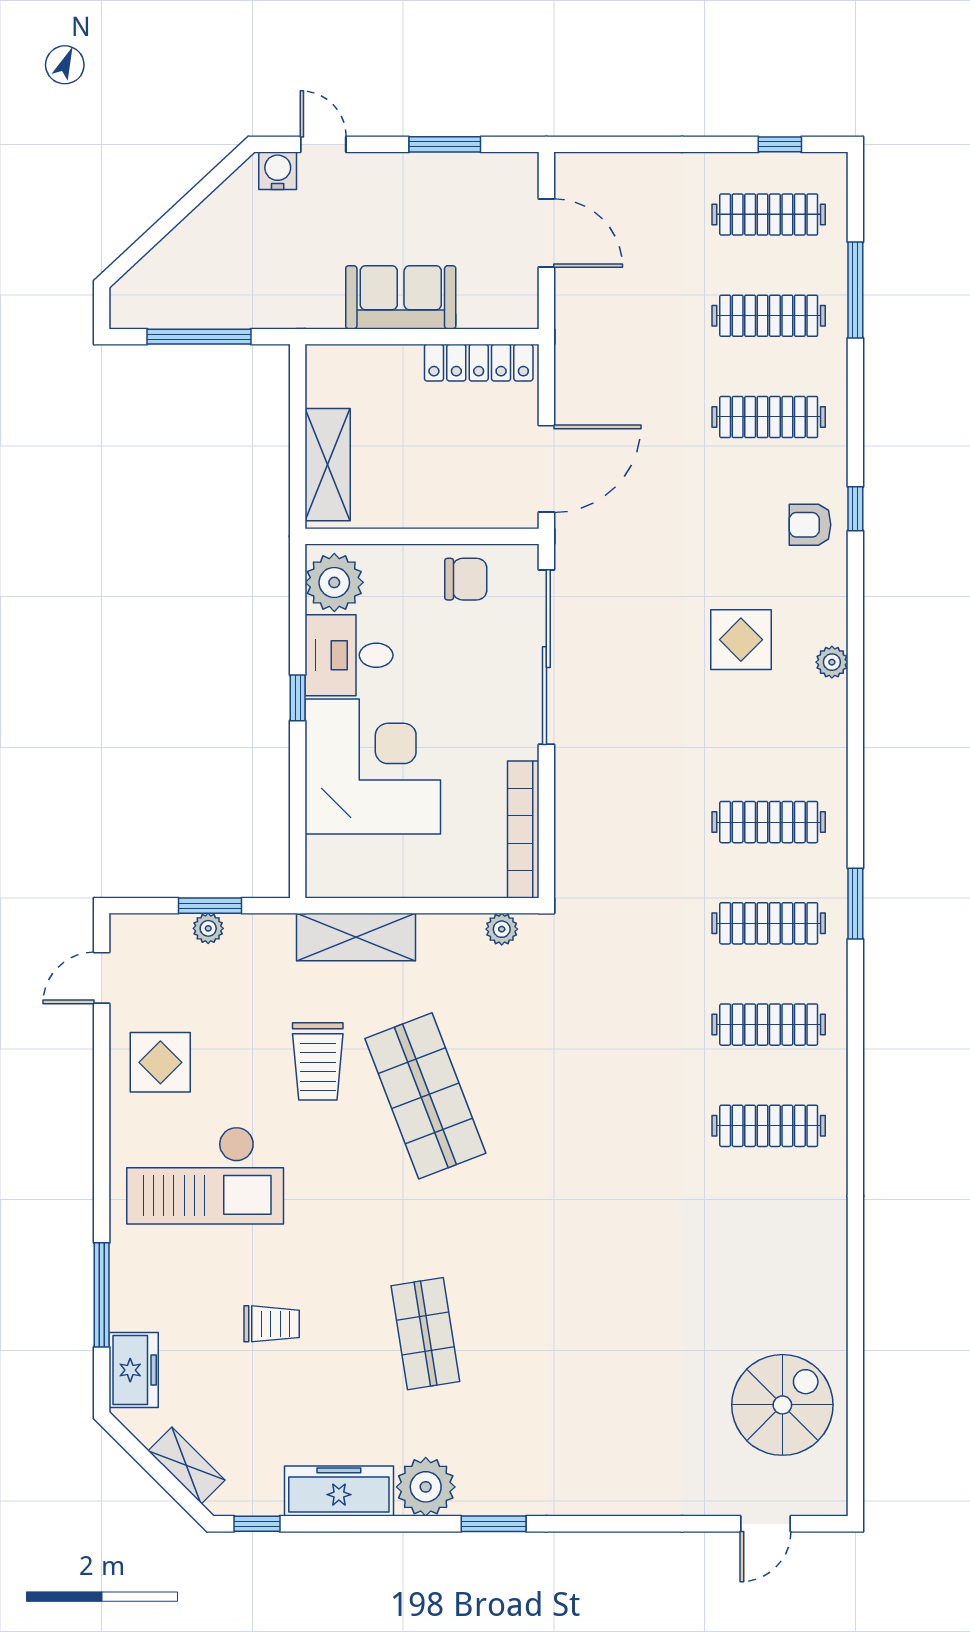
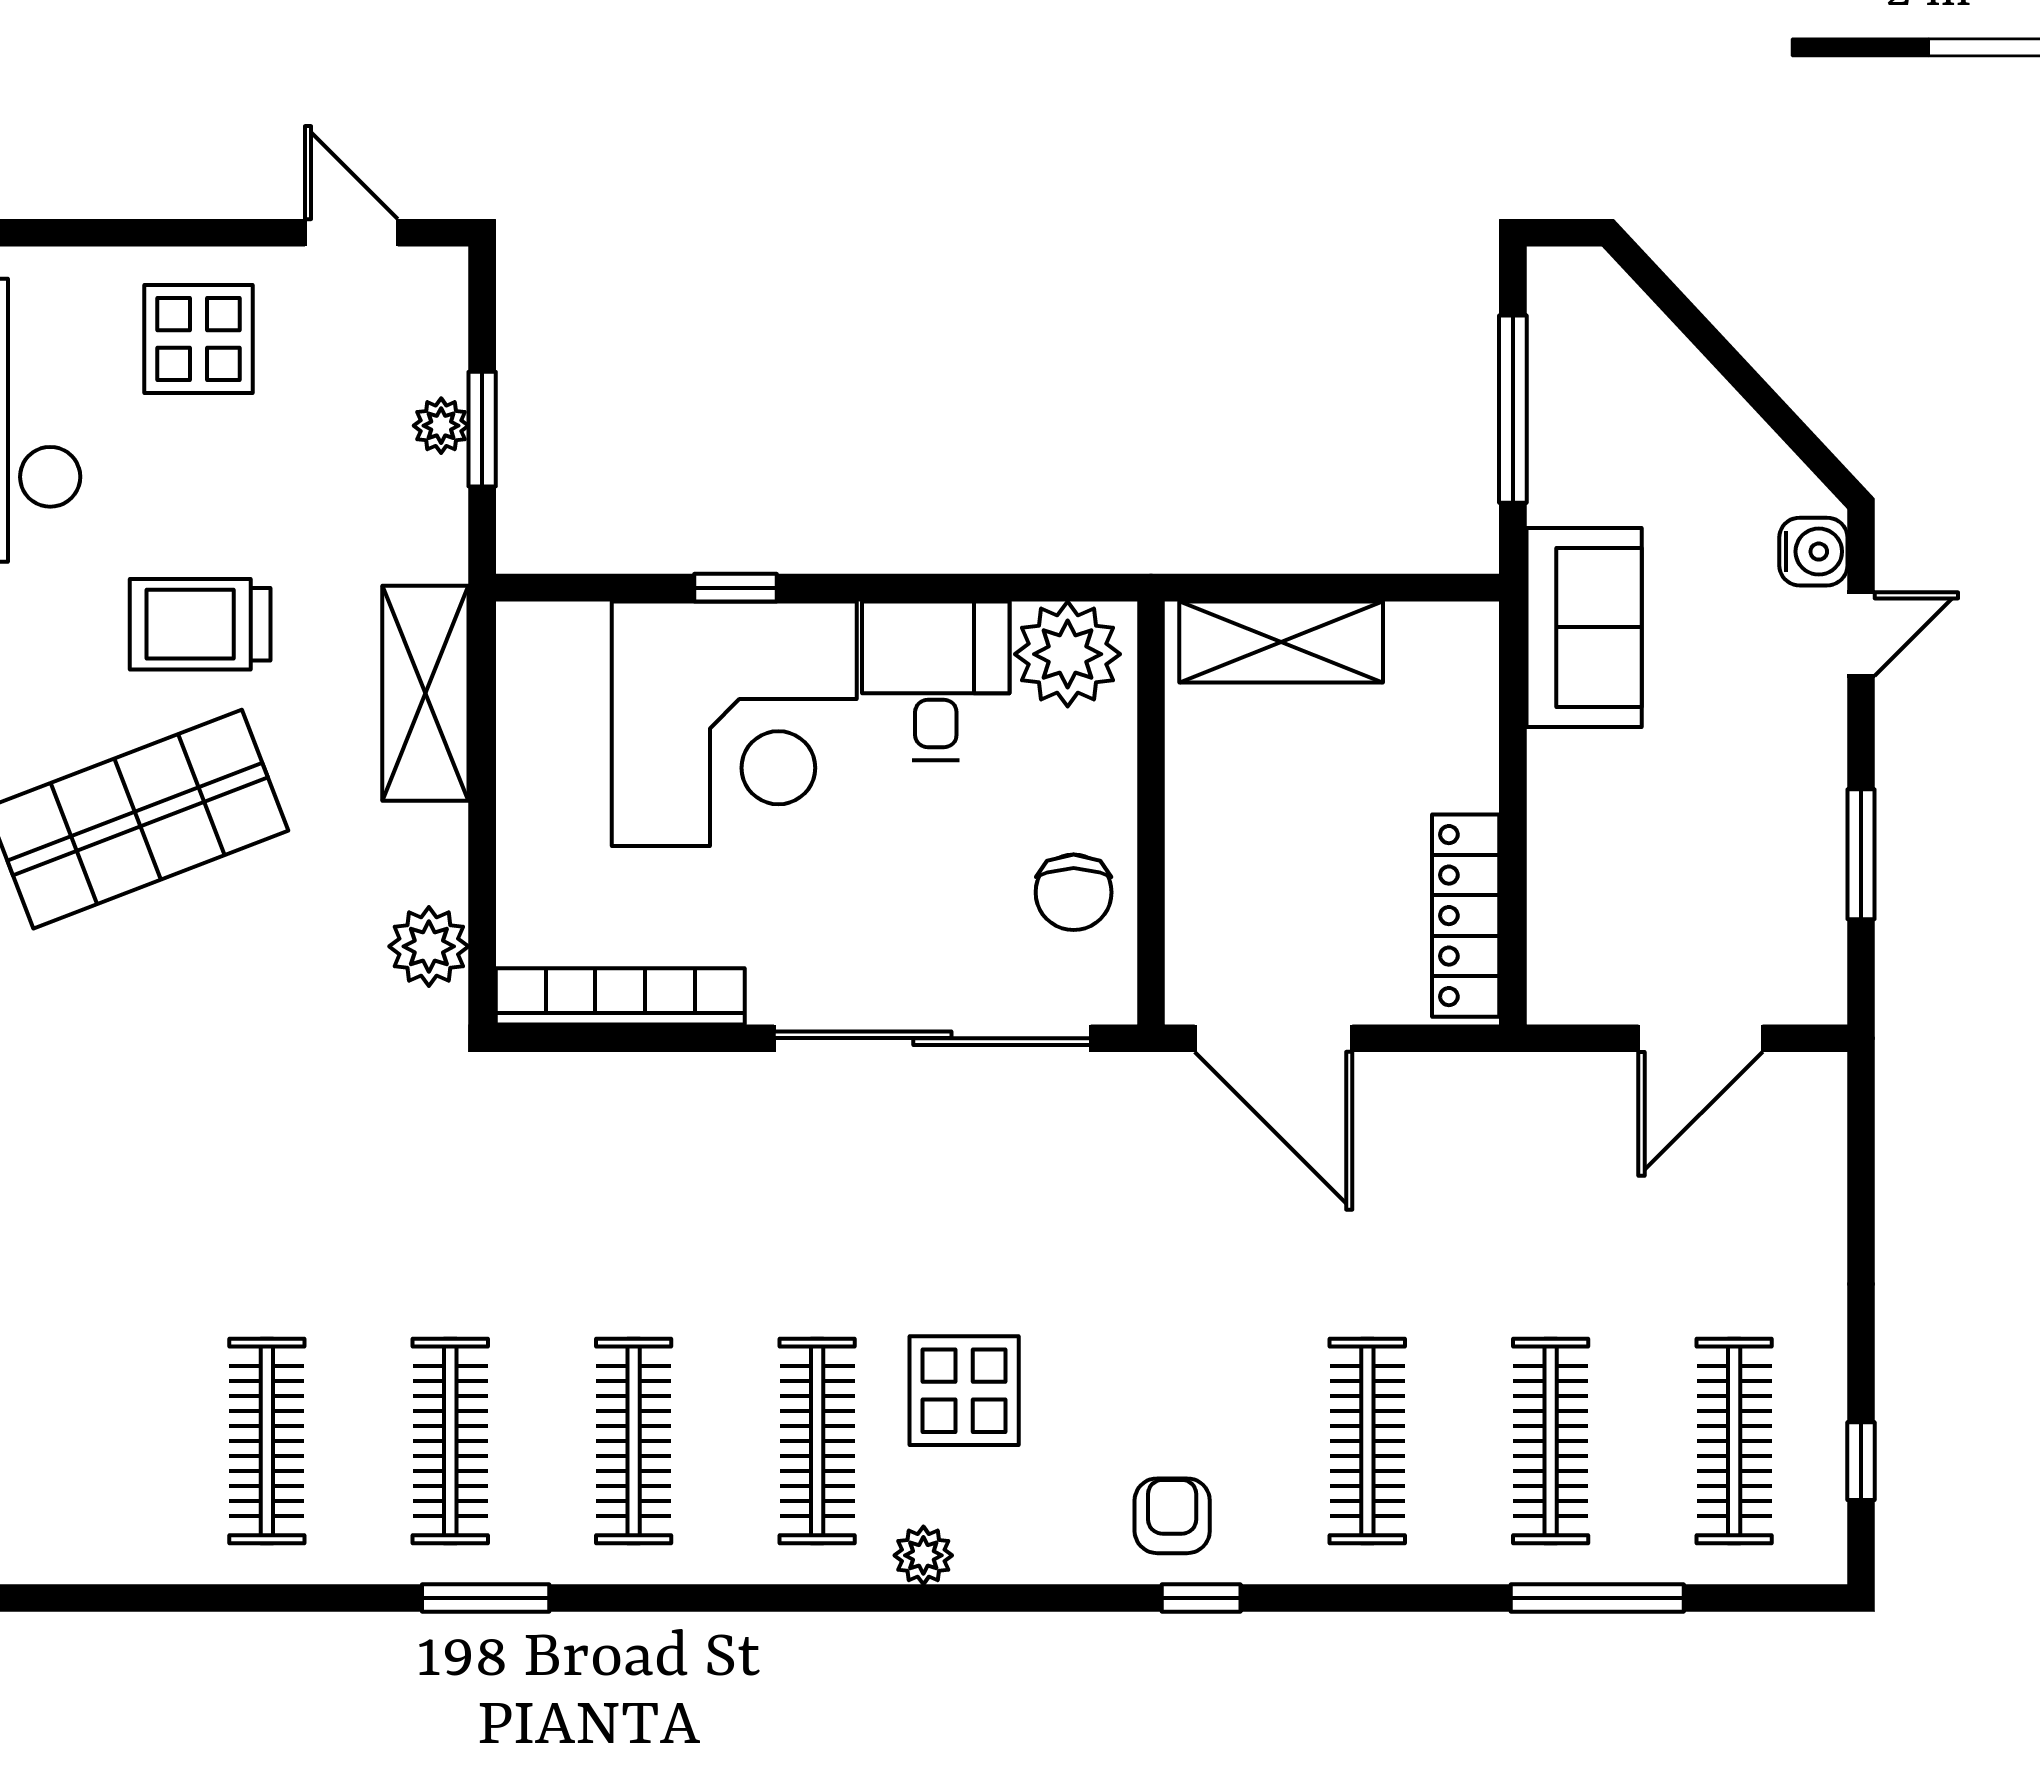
sofa: (401, 297) -> (1584, 627), moved
window: (298, 698) -> (736, 588), moved
plant: (502, 929) -> (429, 946), width x1.38, depth x1.38
clothes rail: (769, 1126) -> (817, 1441), moved

